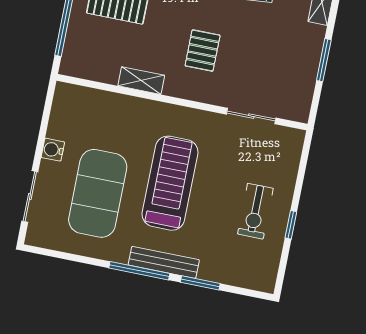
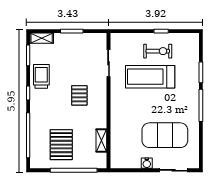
pallet: (203, 51) -> (79, 95), turned 90
shelving: (141, 81) -> (101, 141), moved
treadmill: (170, 183) -> (150, 77), moved
bench: (164, 262) -> (194, 94), removed

